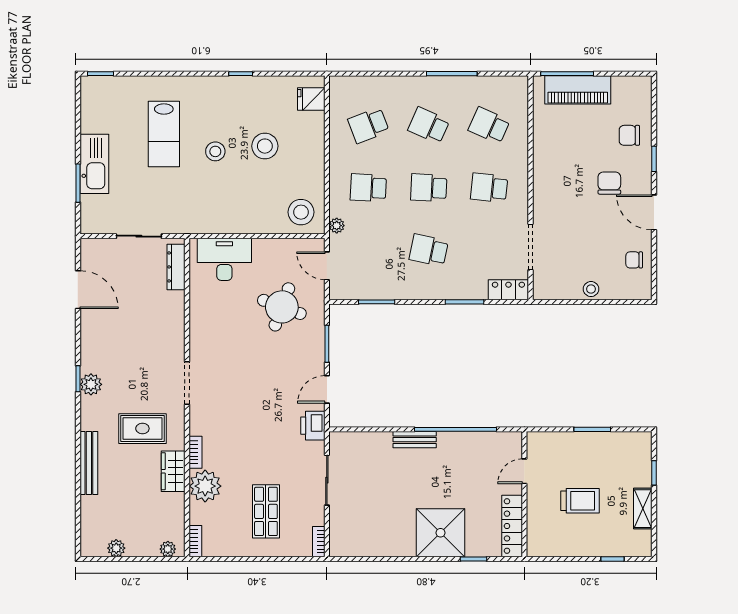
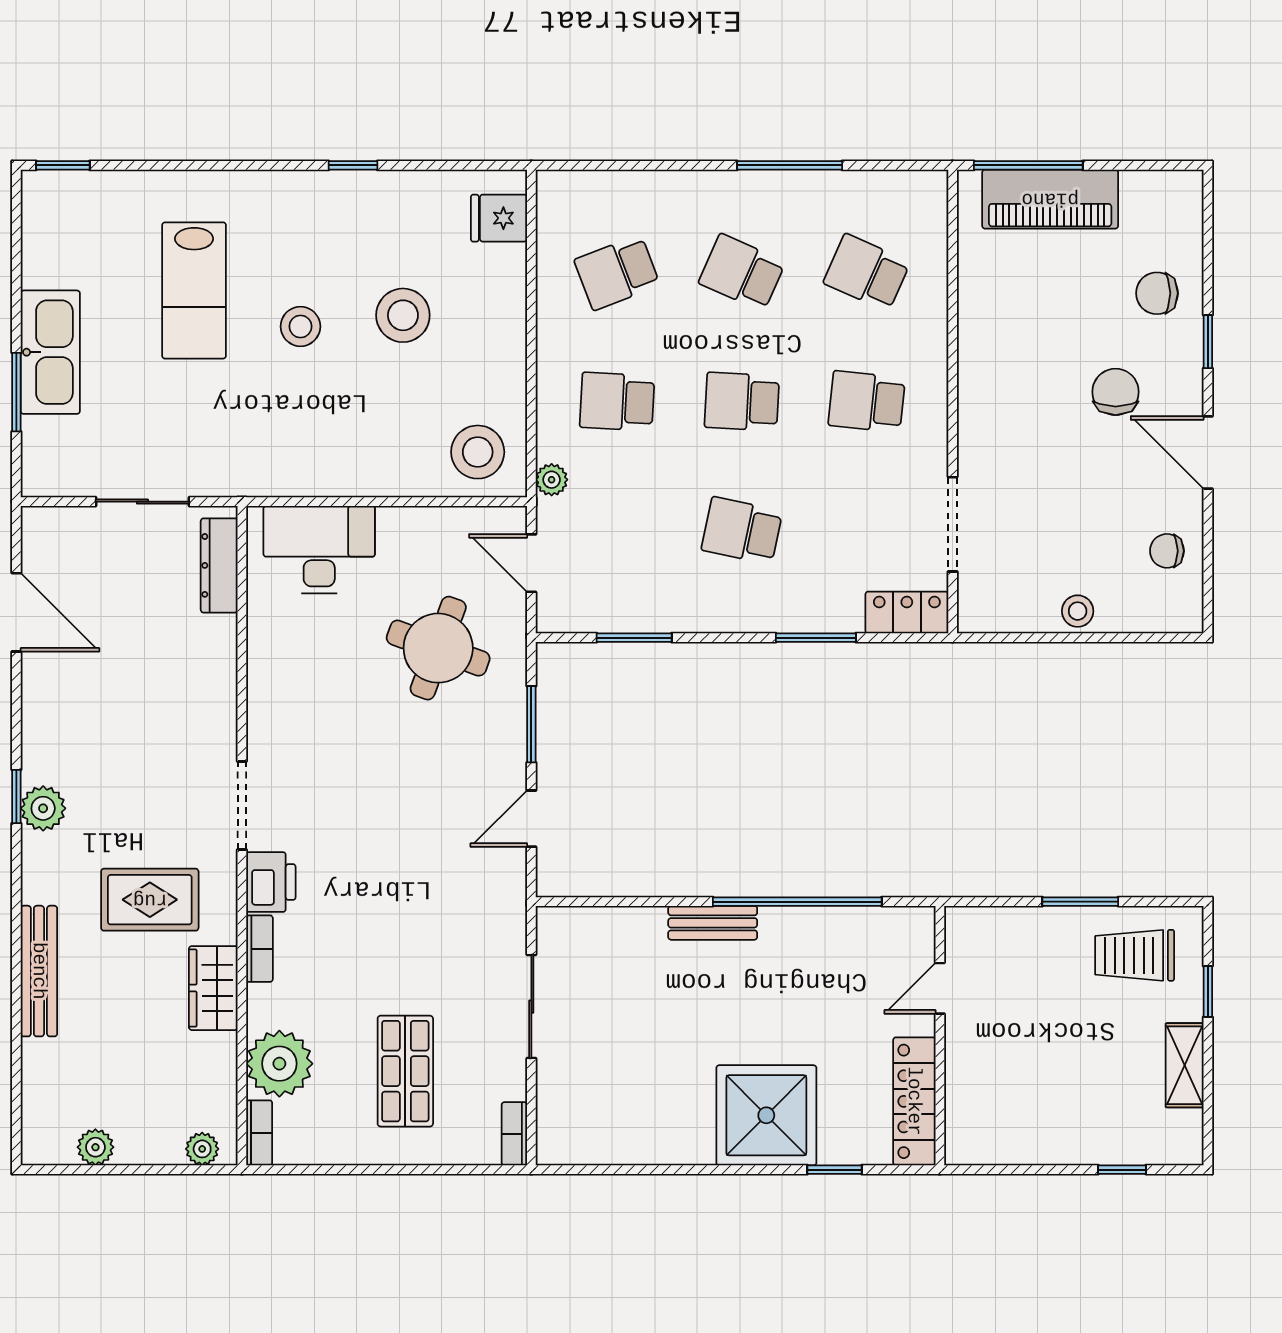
printer: (313, 426) -> (271, 882), moved, turned 180
plant: (205, 486) -> (279, 1064), moved
trolley: (580, 501) -> (1135, 955), moved, turned 180

